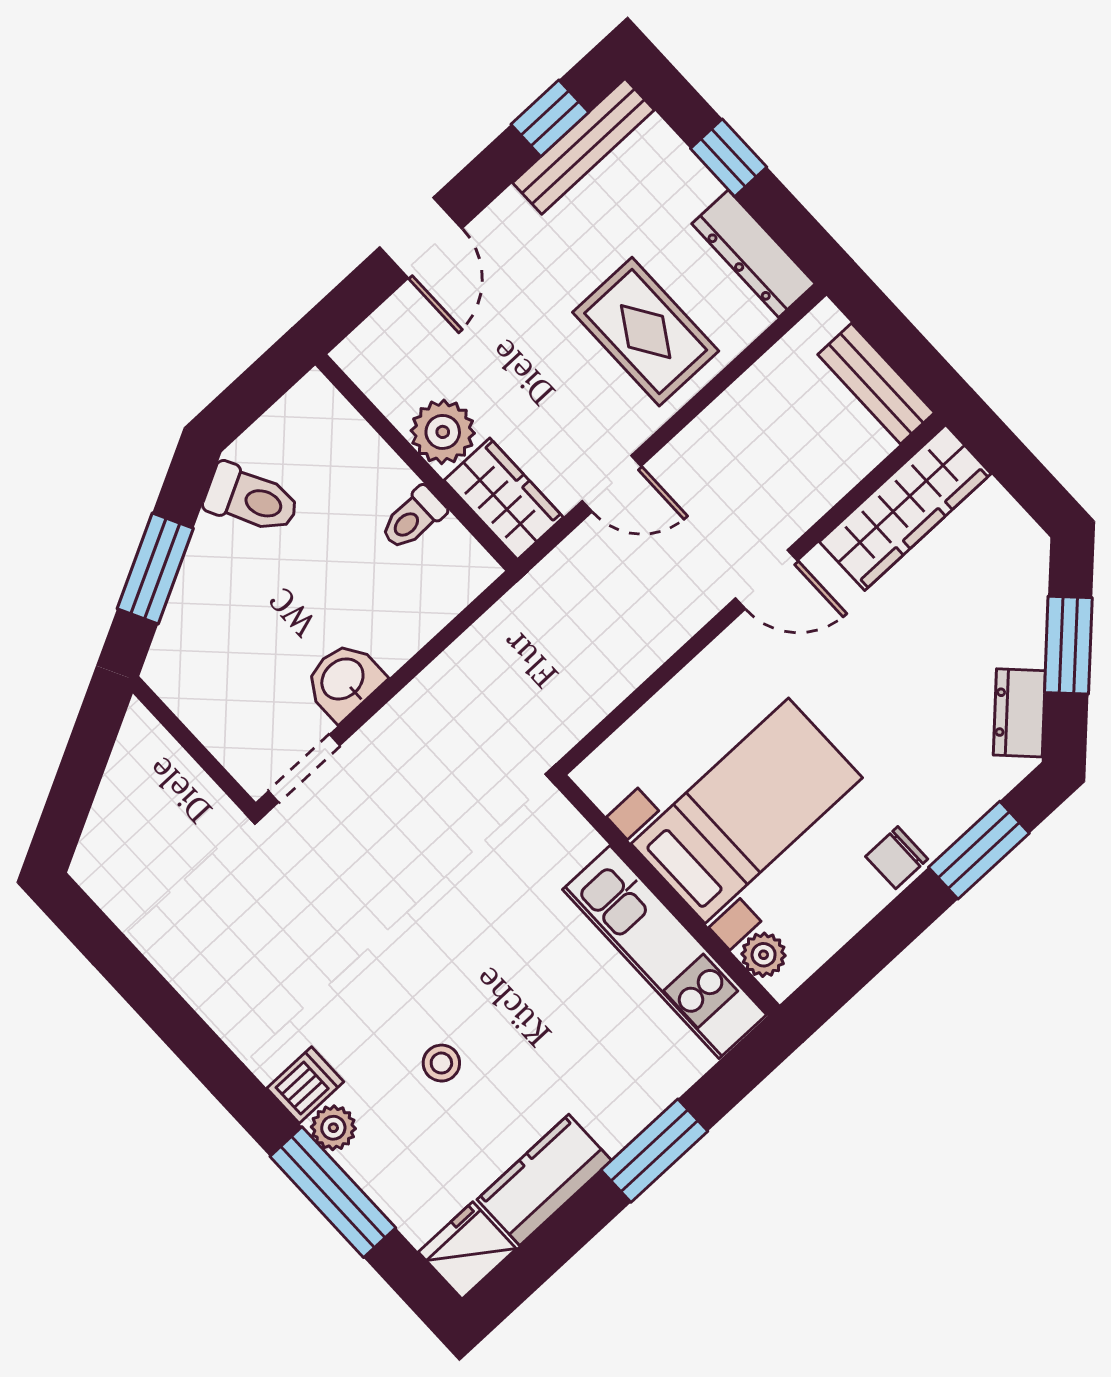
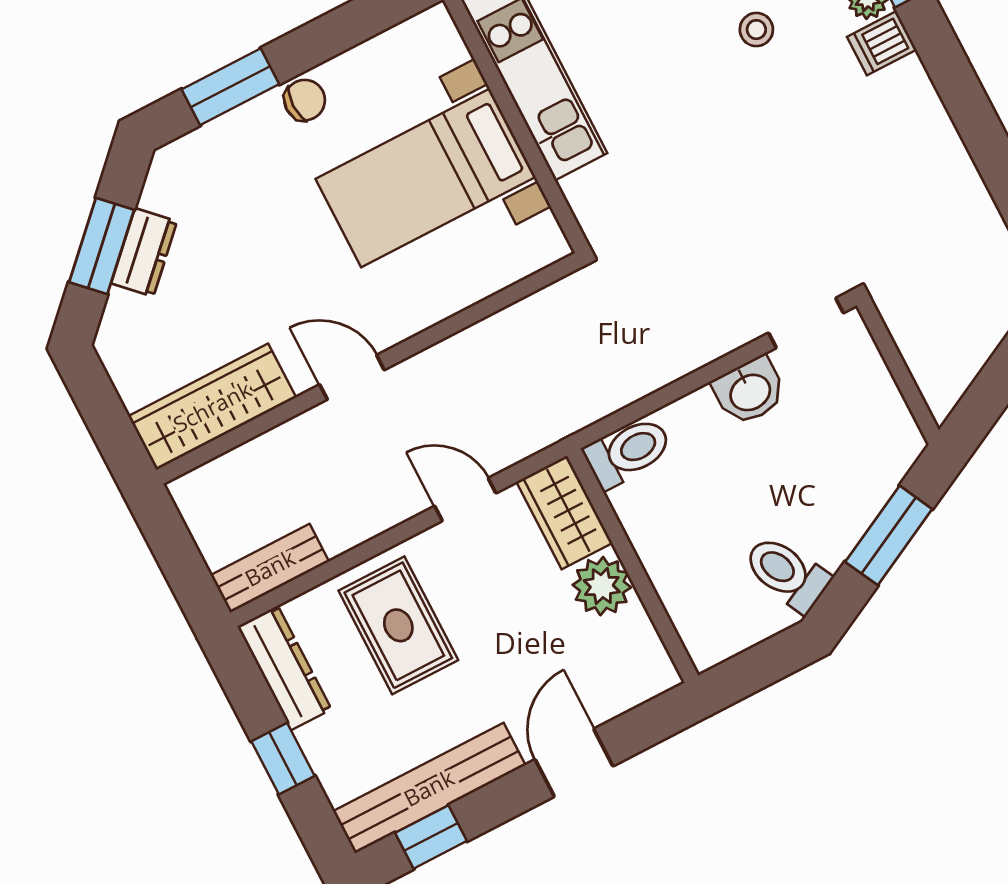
bench: (583, 146) -> (429, 788), width x1.37, depth x1.21
bench: (876, 384) -> (270, 568), moved, turned 90
toilet: (413, 518) -> (628, 452), moved, width x1.37, depth x1.39
dresser: (1019, 713) -> (144, 252), moved
plant: (764, 955) -> (446, 47), removed

